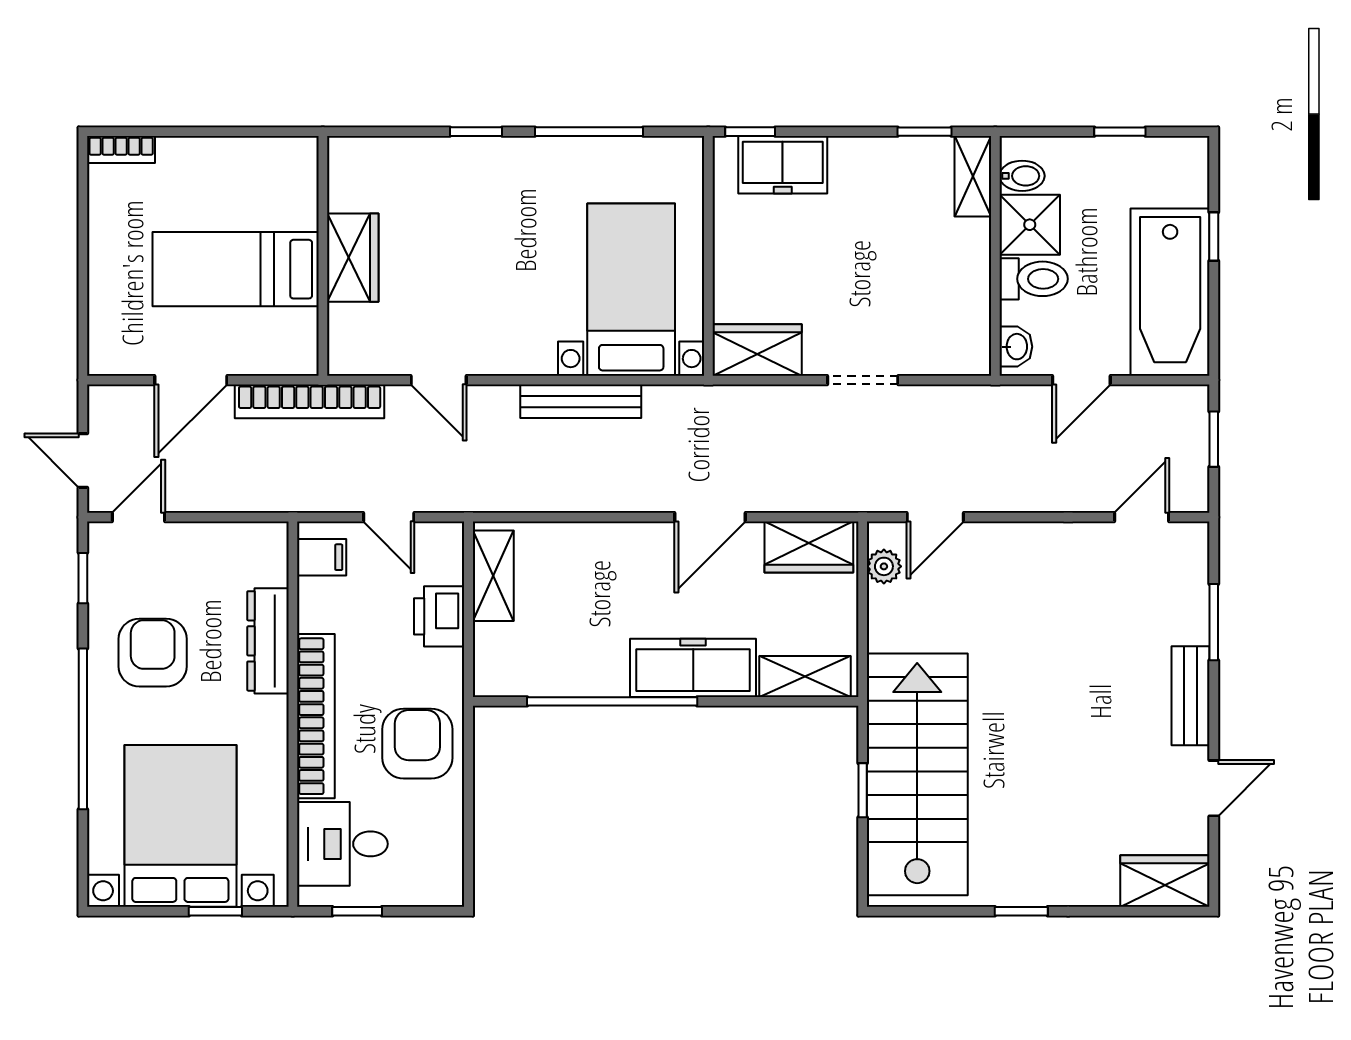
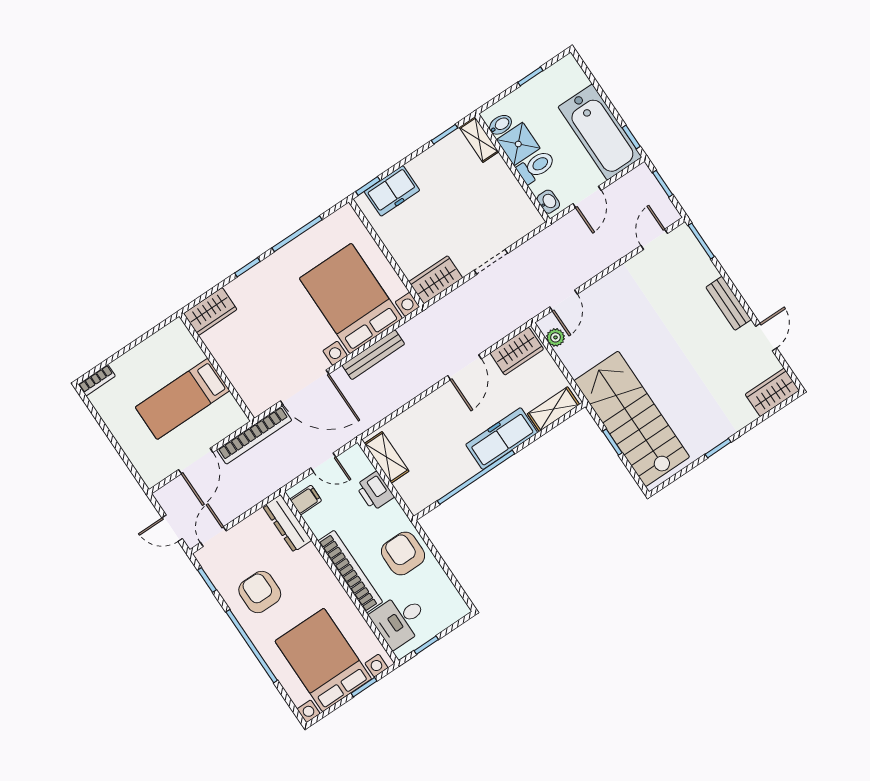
window: (1214, 237) -> (631, 137), moved
wardrobe: (353, 258) -> (210, 311), moved, turned 90
bed with nightstands: (631, 290) -> (351, 298), width x1.36
door: (439, 380) -> (305, 387), width x1.87
window: (1214, 622) -> (701, 241), moved
dresser: (268, 641) -> (287, 523), moved

